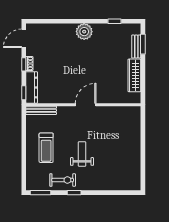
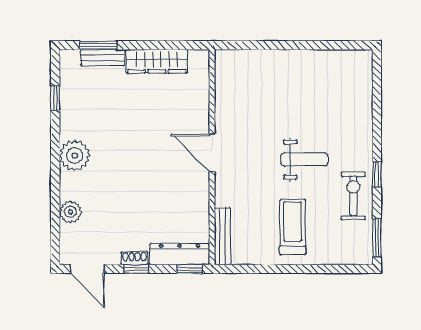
plant: (54, 29) -> (70, 212), added
treadmill: (46, 148) -> (293, 227), turned -90
weight bench: (82, 154) -> (304, 160), turned 180

